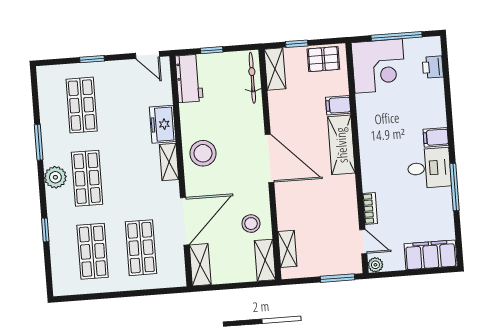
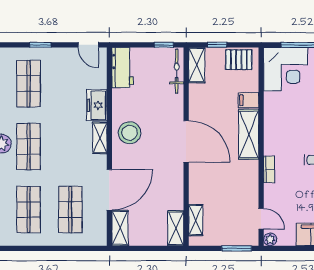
window: (212, 50) -> (164, 45), moved
bookcase: (370, 208) -> (269, 169), moved
stool: (251, 224) -> (166, 196), removed

